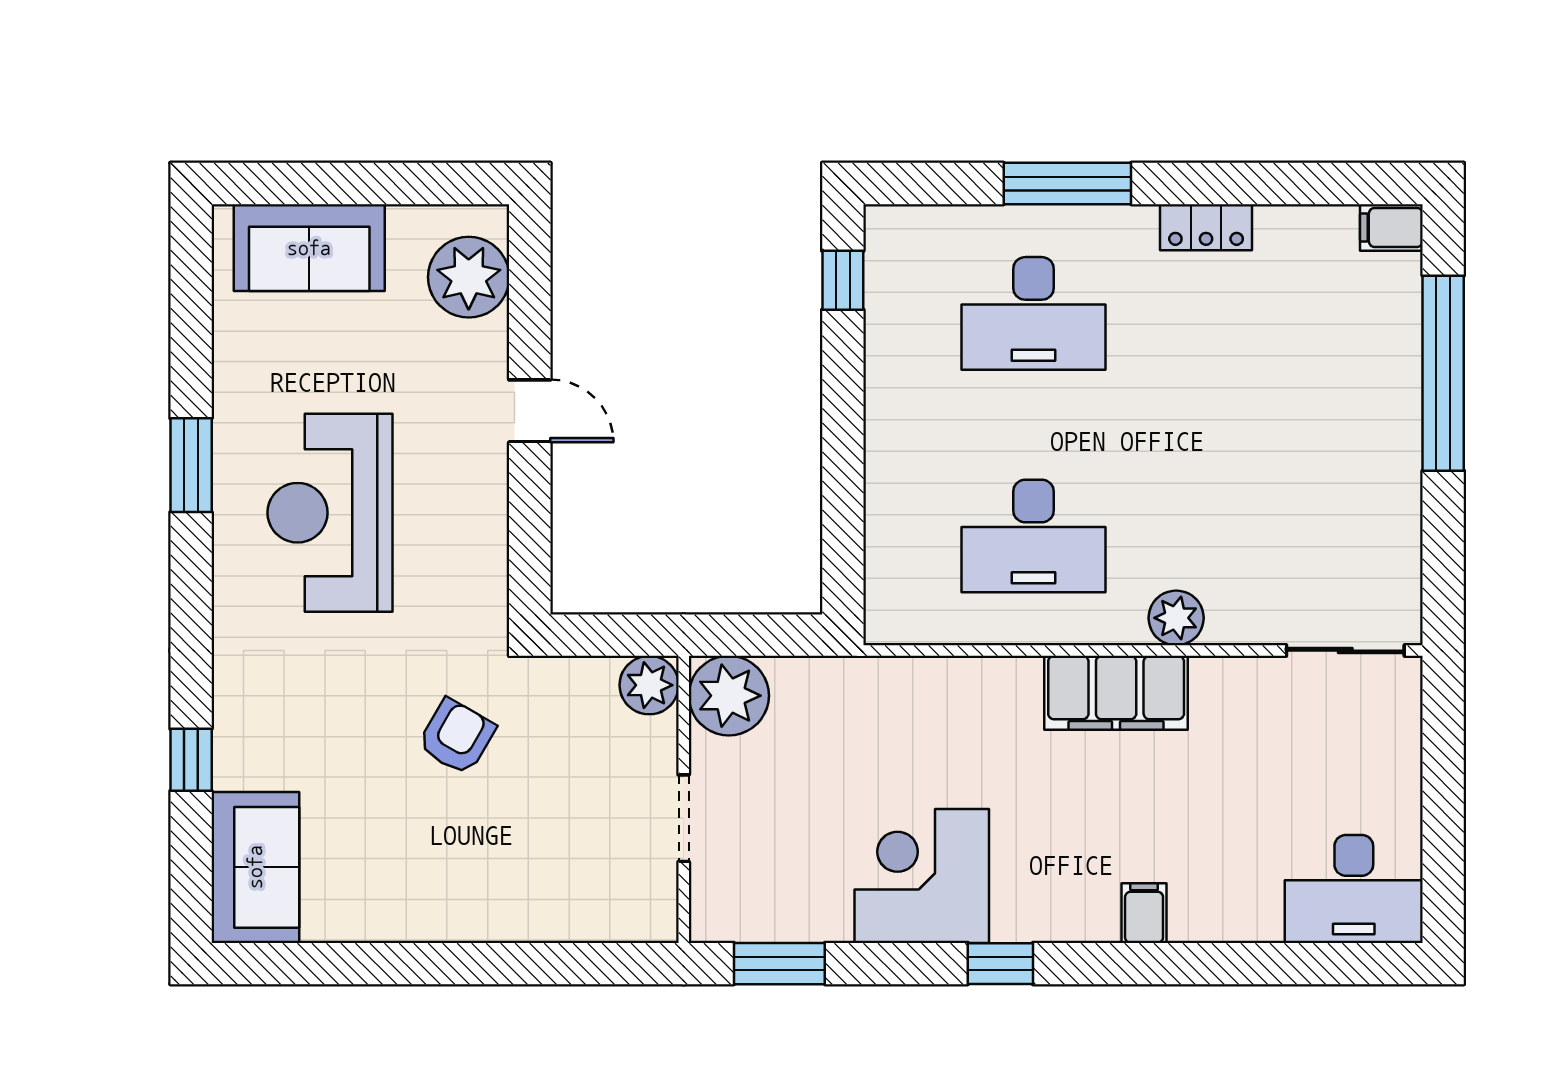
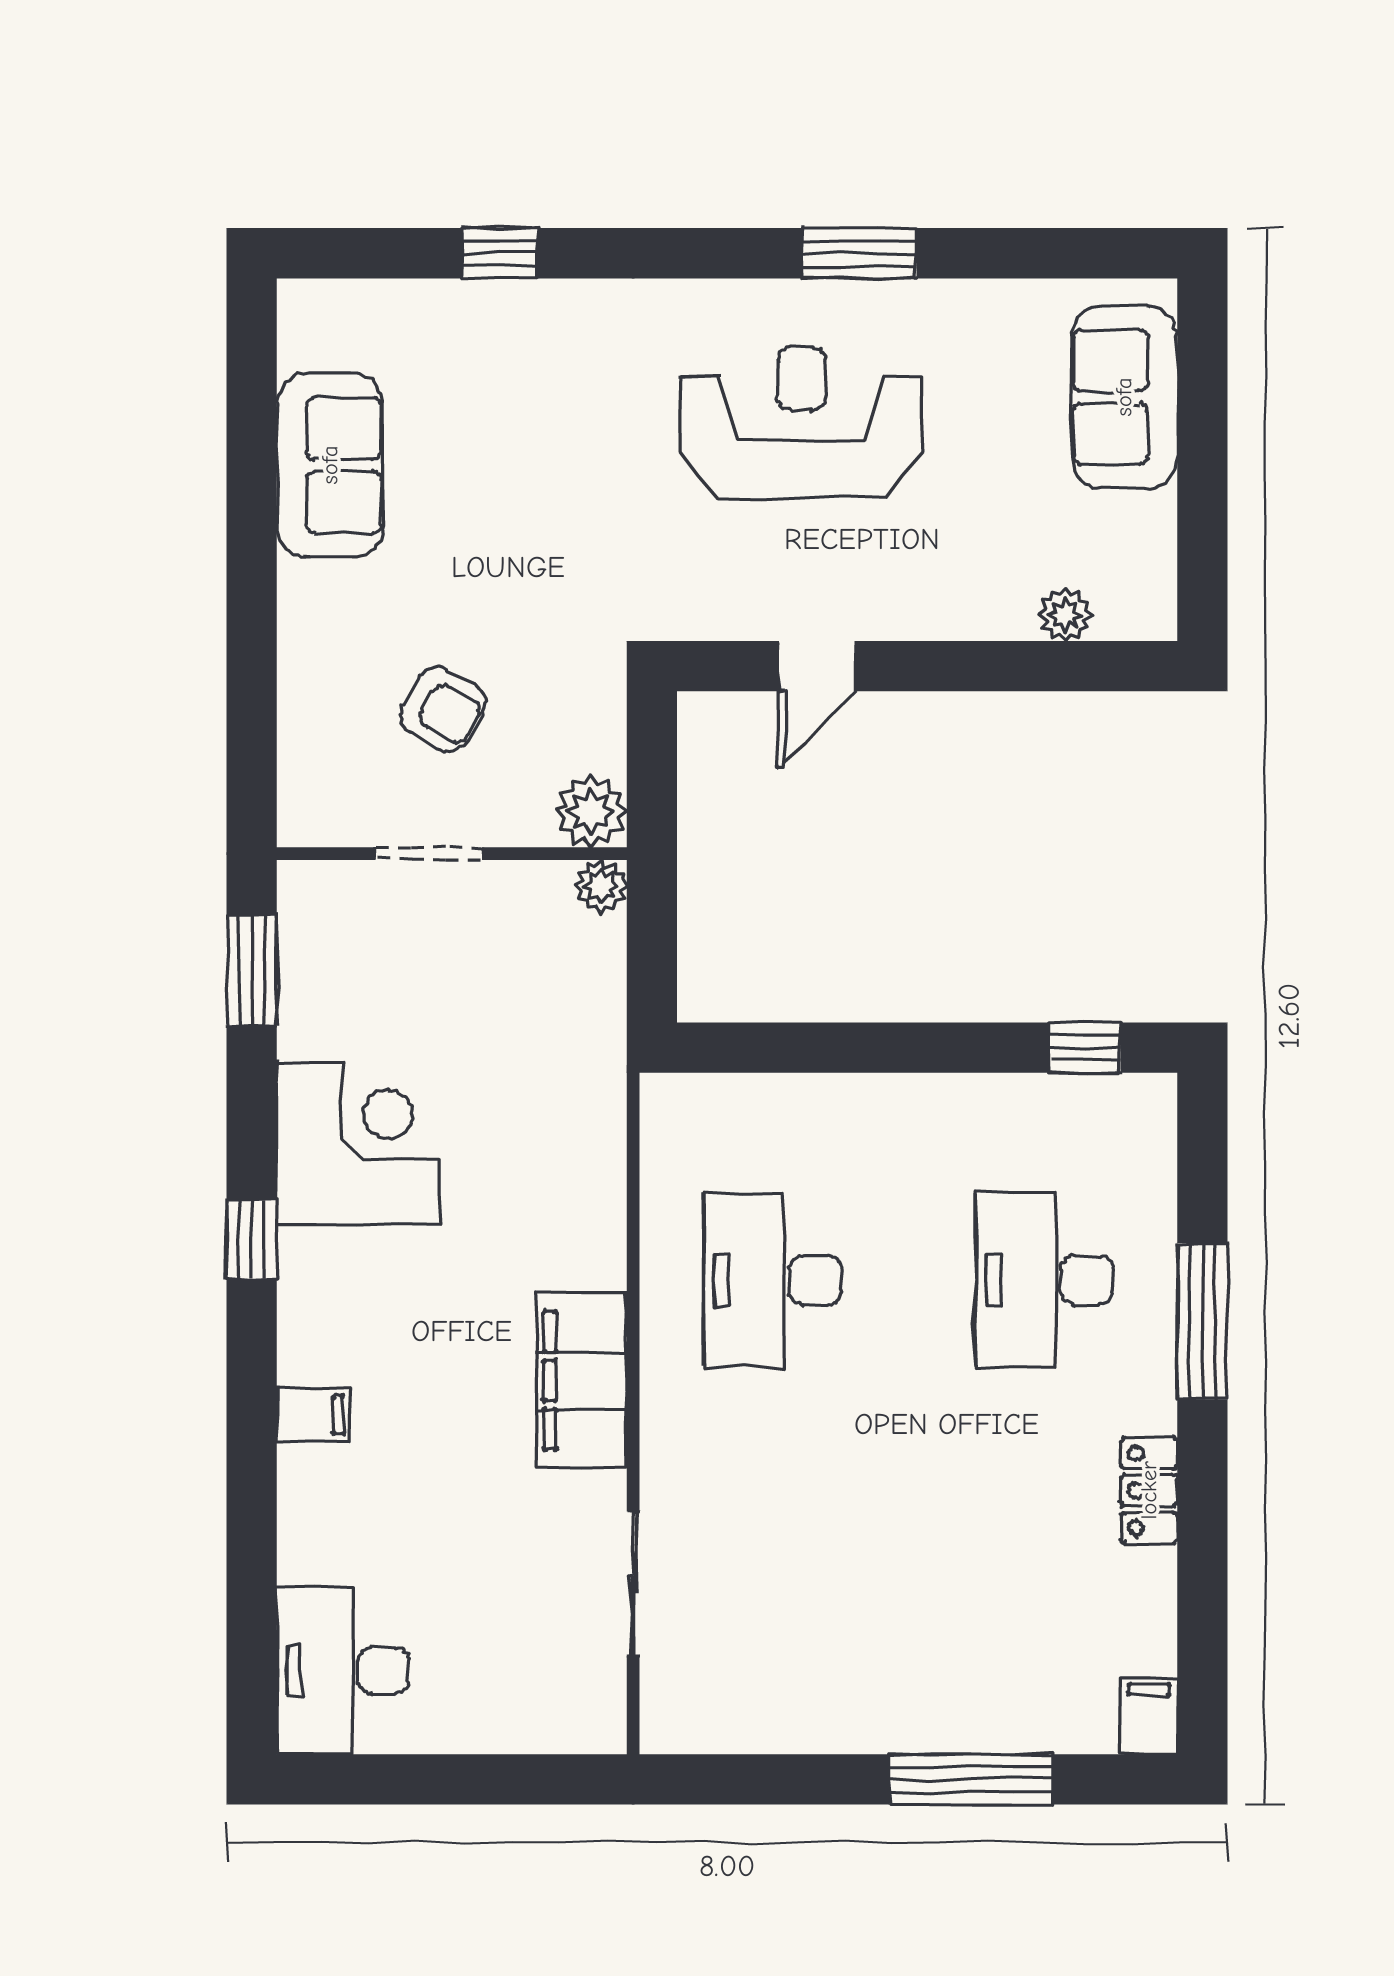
plant: (469, 277) -> (1065, 615), width x0.53, depth x0.53
window: (1443, 373) -> (971, 1779), width x0.68
door: (530, 411) -> (817, 666), moved
plant: (1176, 618) -> (673, 1454), removed
sliding door: (1345, 651) -> (633, 1584), moved
plant: (729, 696) -> (601, 886), width x0.53, depth x0.53
armchair: (457, 737) -> (443, 709), moved
sofa: (255, 867) -> (330, 465), moved, turned -90

